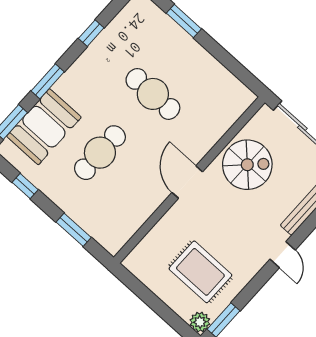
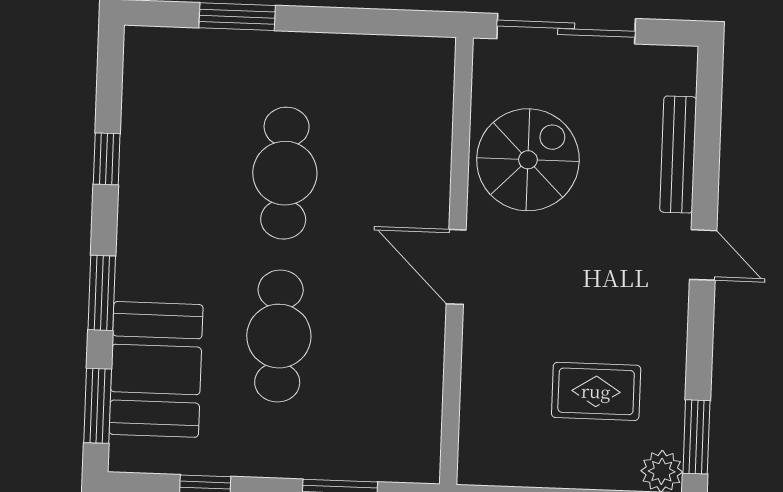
cafe table: (153, 94) -> (285, 173), turned 90
rug: (200, 272) -> (596, 391), width x0.73, depth x0.70

